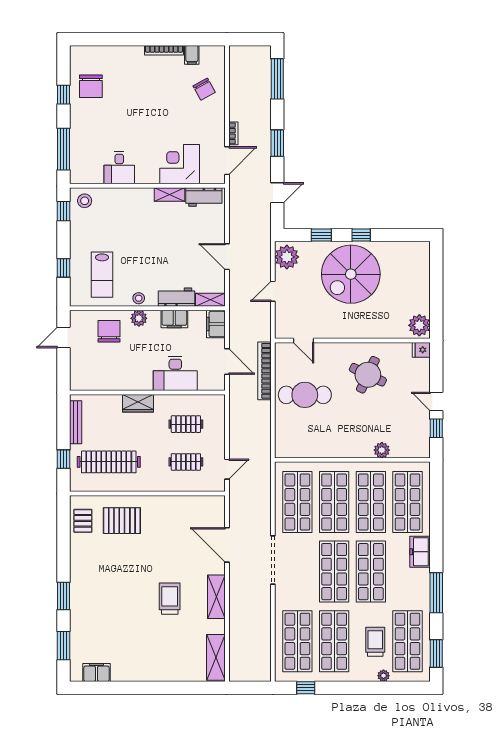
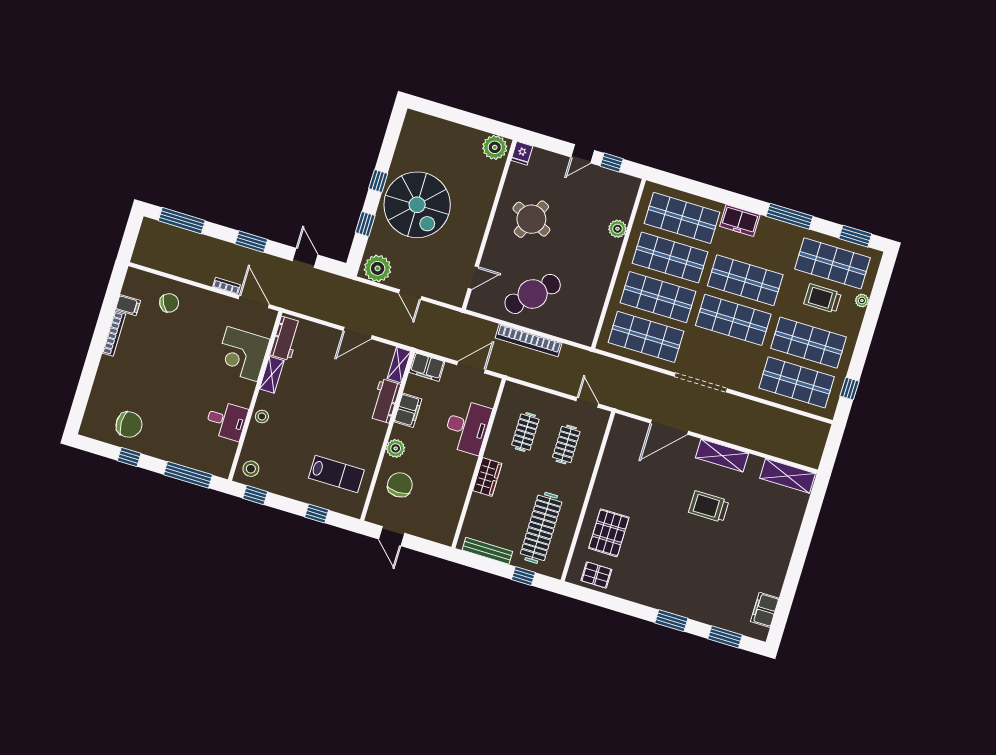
stool: (139, 298) -> (262, 416), moved
chair: (109, 331) -> (400, 485), turned 90
bookcase: (264, 371) -> (529, 340), moved
cafe table: (305, 395) -> (533, 294), turned 45

